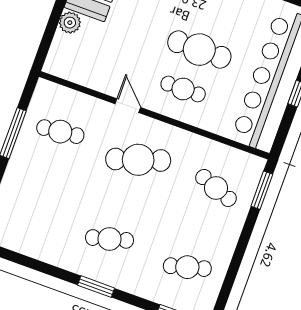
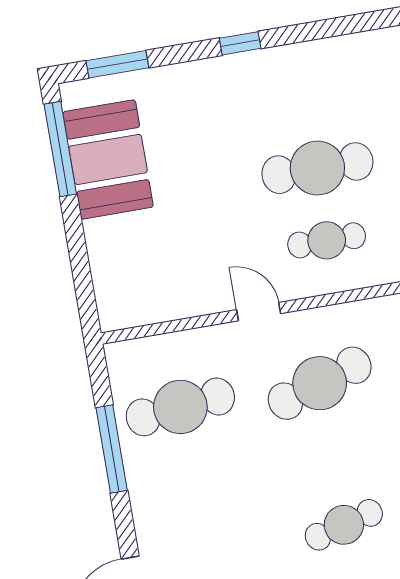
plant: (70, 23) -> (103, 237), removed
cafe table: (60, 132) -> (180, 407), width x1.37, depth x1.35

